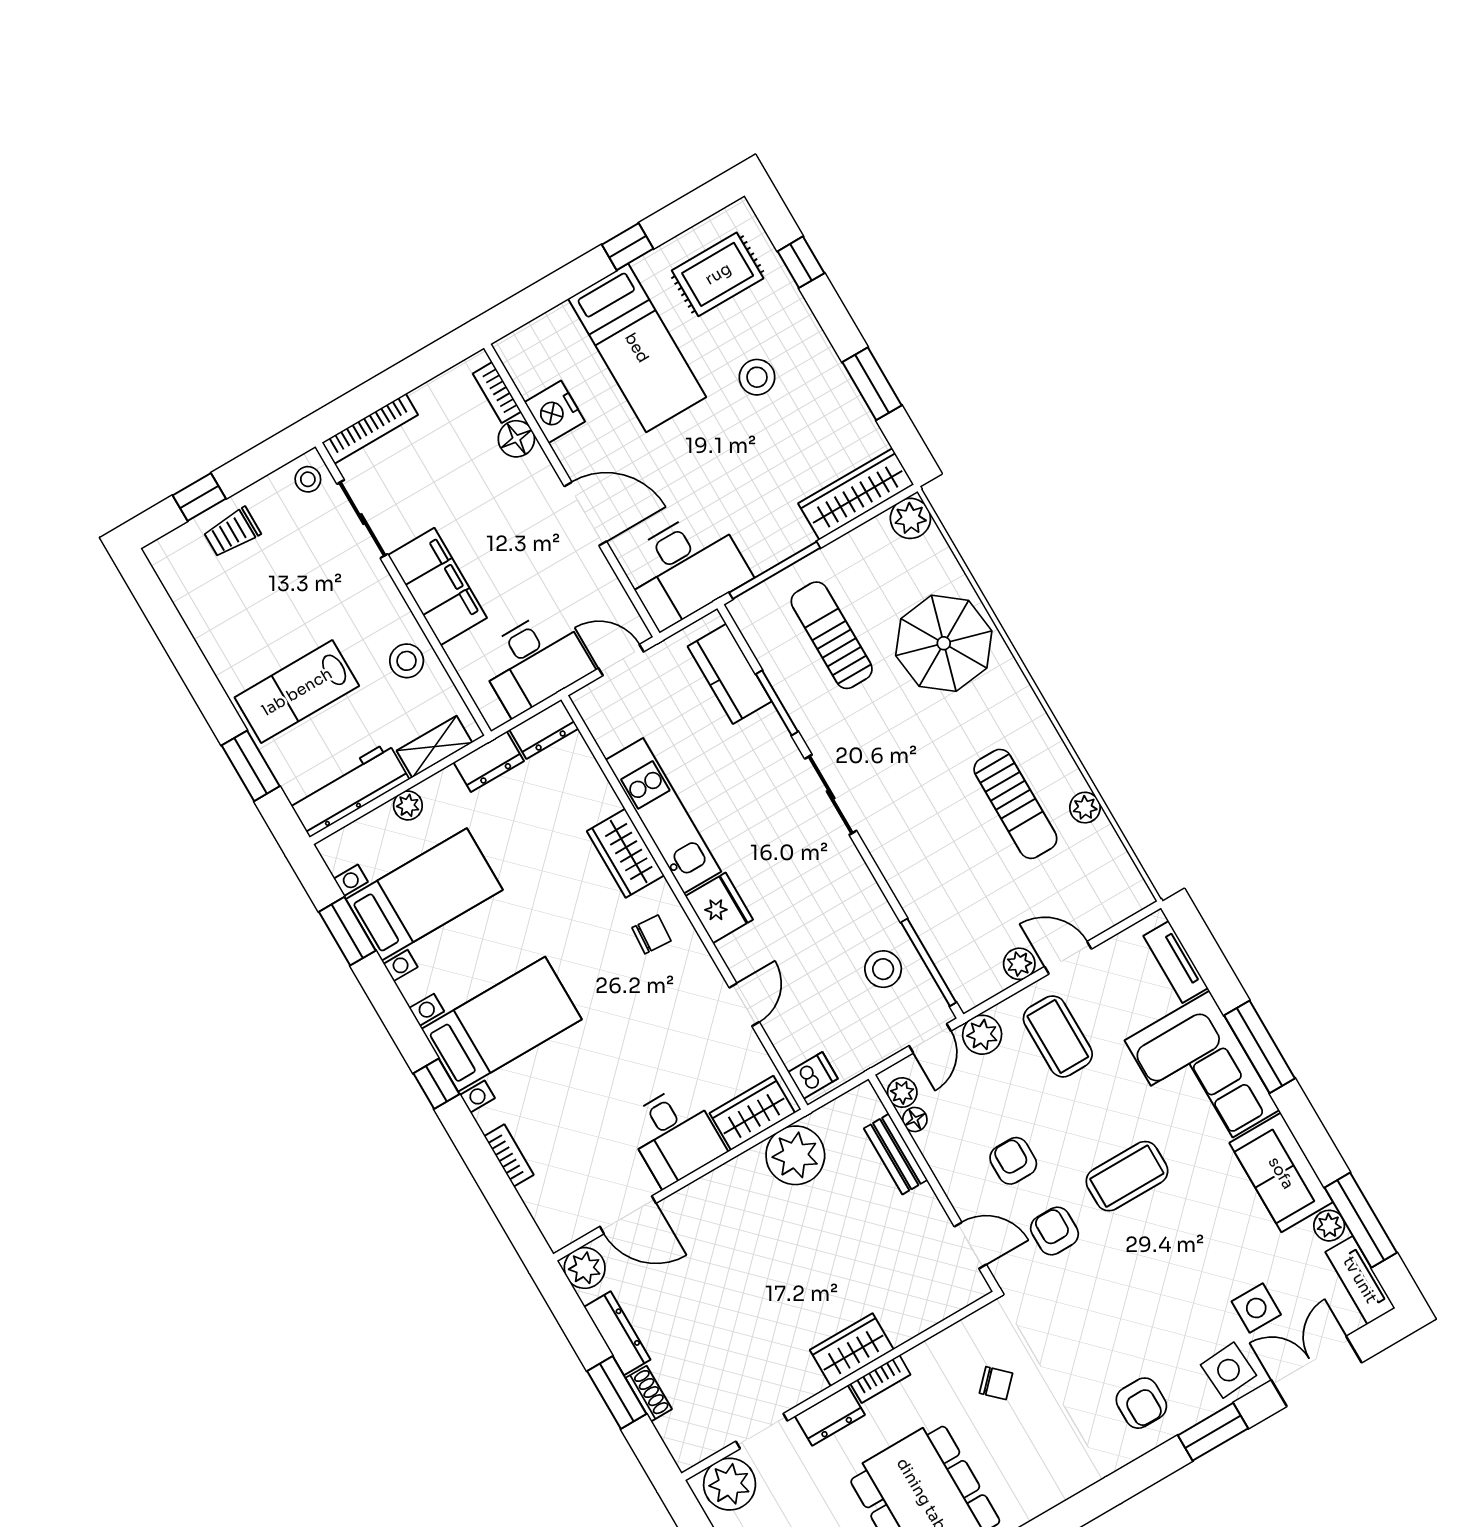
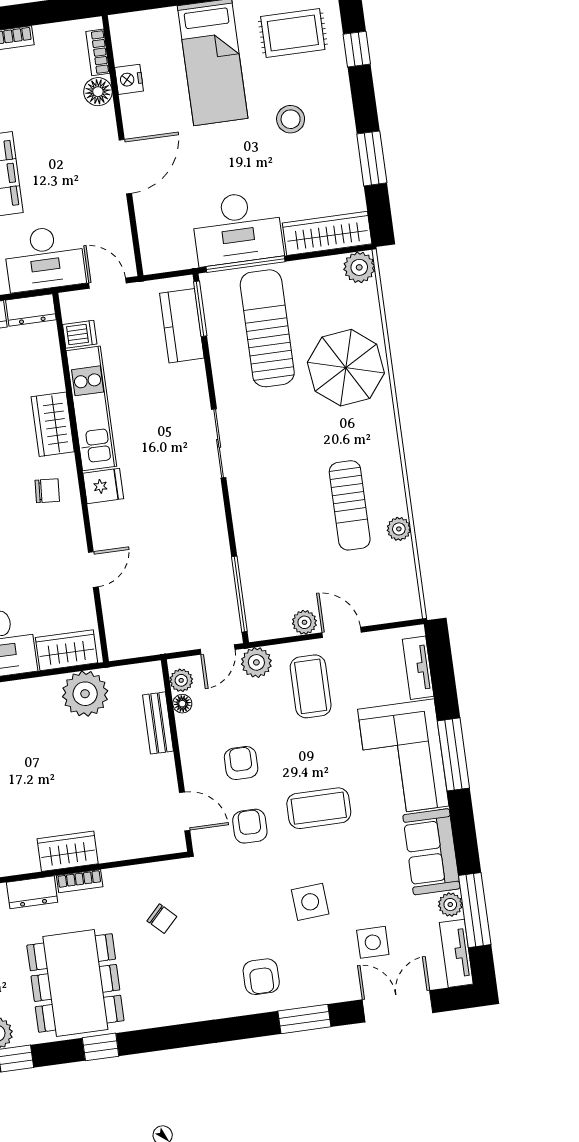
nightstand: (555, 412) -> (129, 79), width x0.74, depth x0.75
door: (585, 514) -> (125, 167), hinge flipped
desk: (685, 568) -> (237, 228), moved
sun lounger: (832, 635) -> (267, 328), width x1.36, depth x1.34
window: (777, 703) -> (200, 309), moved
fridge: (719, 908) -> (103, 486), width x0.72
stool: (883, 969) -> (204, 585), removed
dishwasher: (813, 1075) -> (80, 334), moved
side table: (1229, 1370) -> (310, 902), moved

